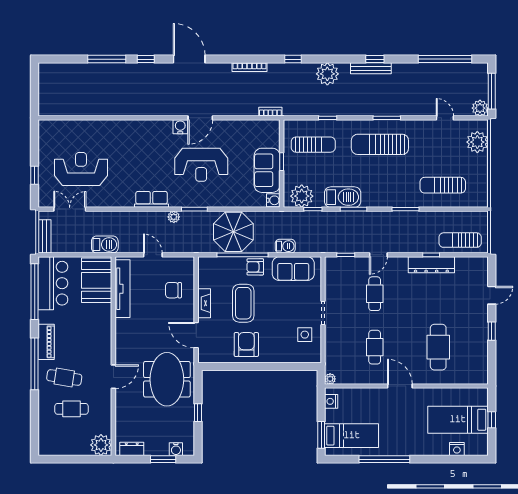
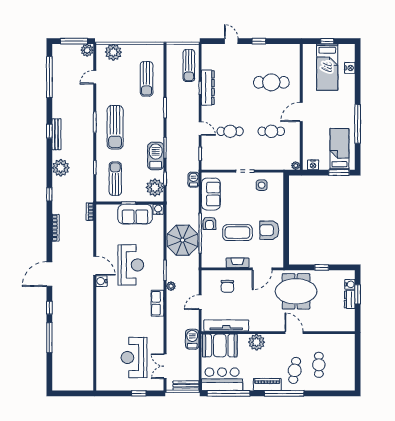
barbecue: (285, 246) -> (193, 180), moved
plant: (101, 445) -> (257, 342), moved
dresser: (132, 449) -> (350, 299), moved

